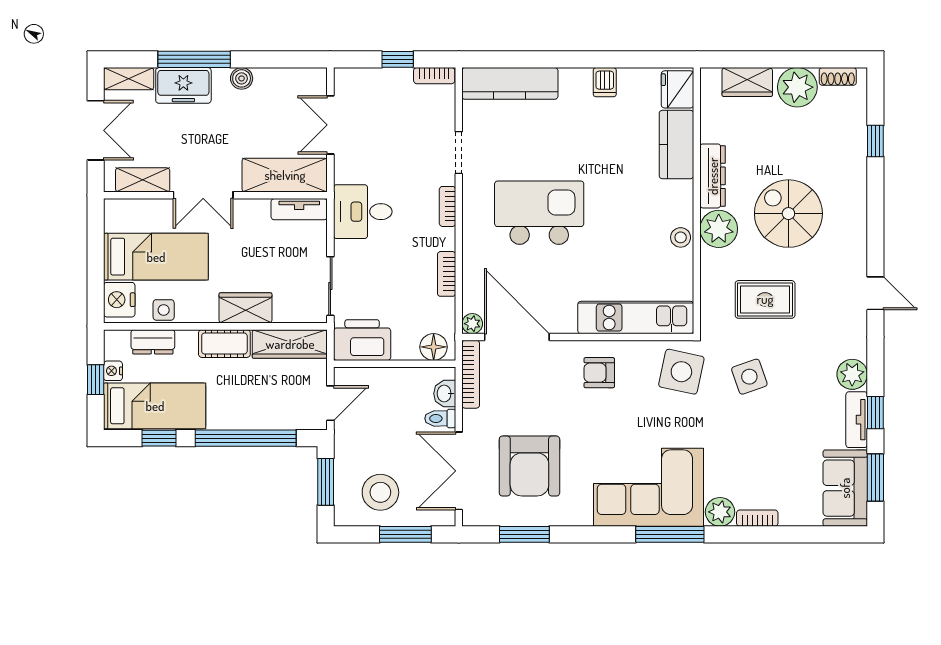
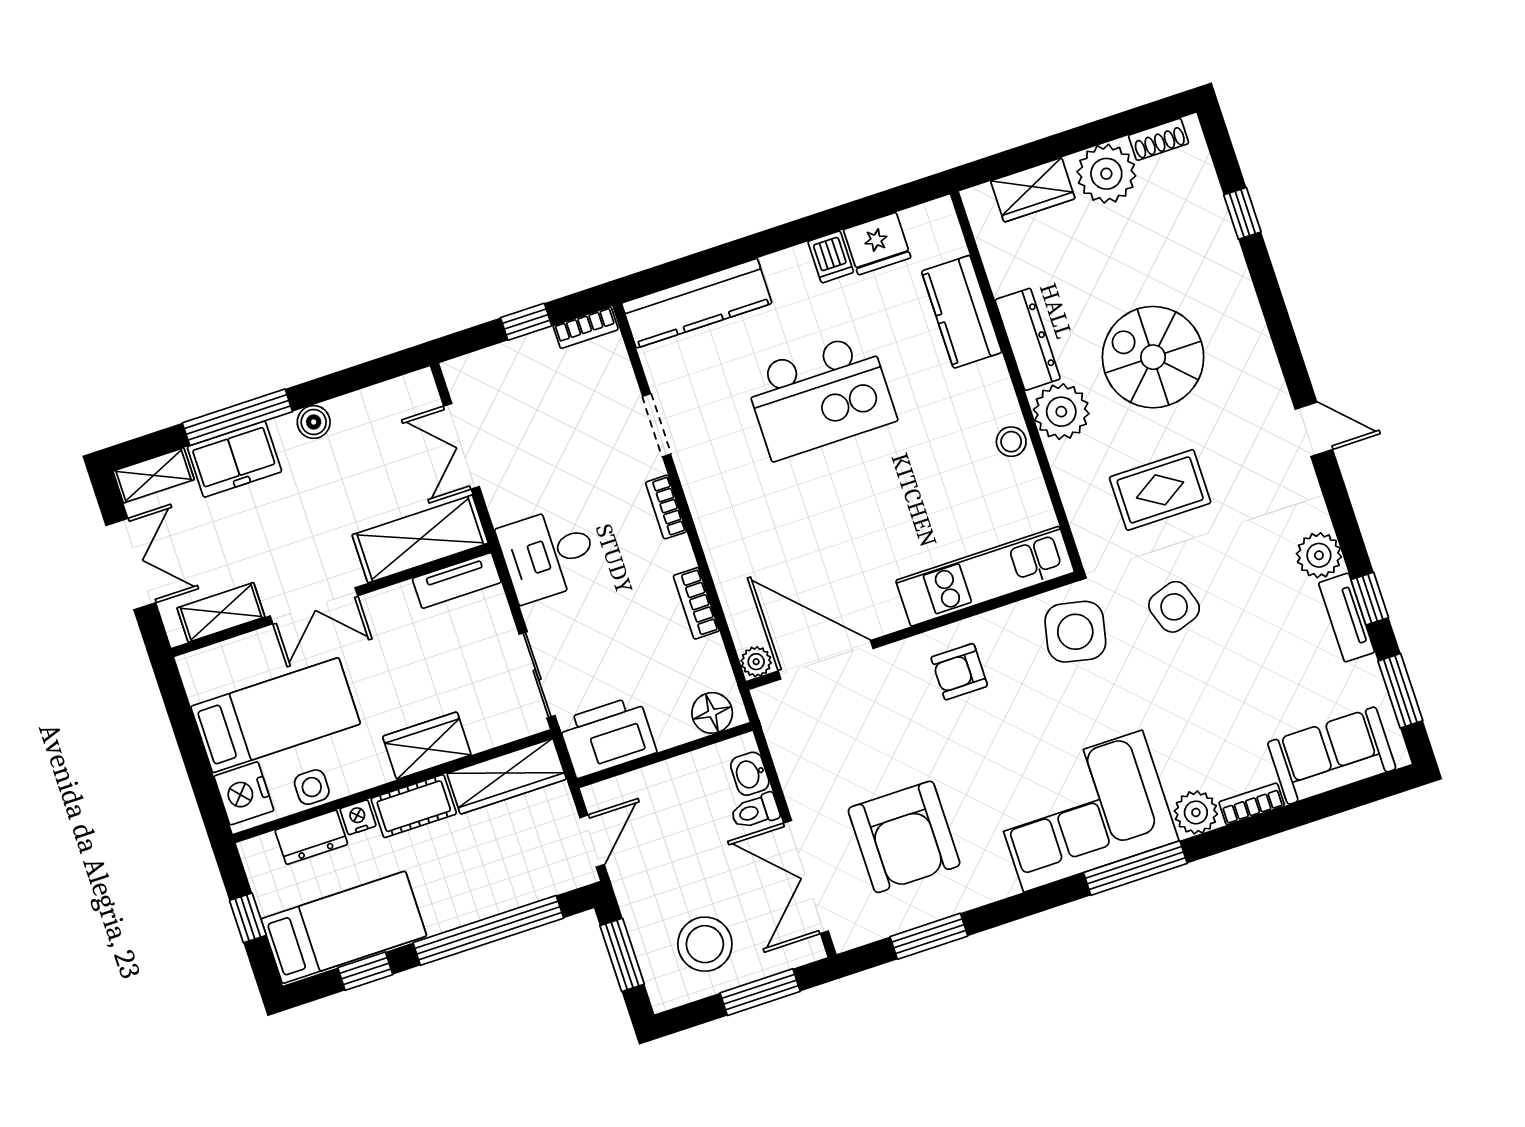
fridge: (677, 89) -> (877, 244), moved, turned -90
kitchen island: (539, 213) -> (820, 396), moved, turned 180
nightstand: (113, 371) -> (358, 817), moved, turned 90
bookcase: (471, 374) -> (778, 734), removed
sofa: (845, 488) -> (1332, 756), moved, turned 90

